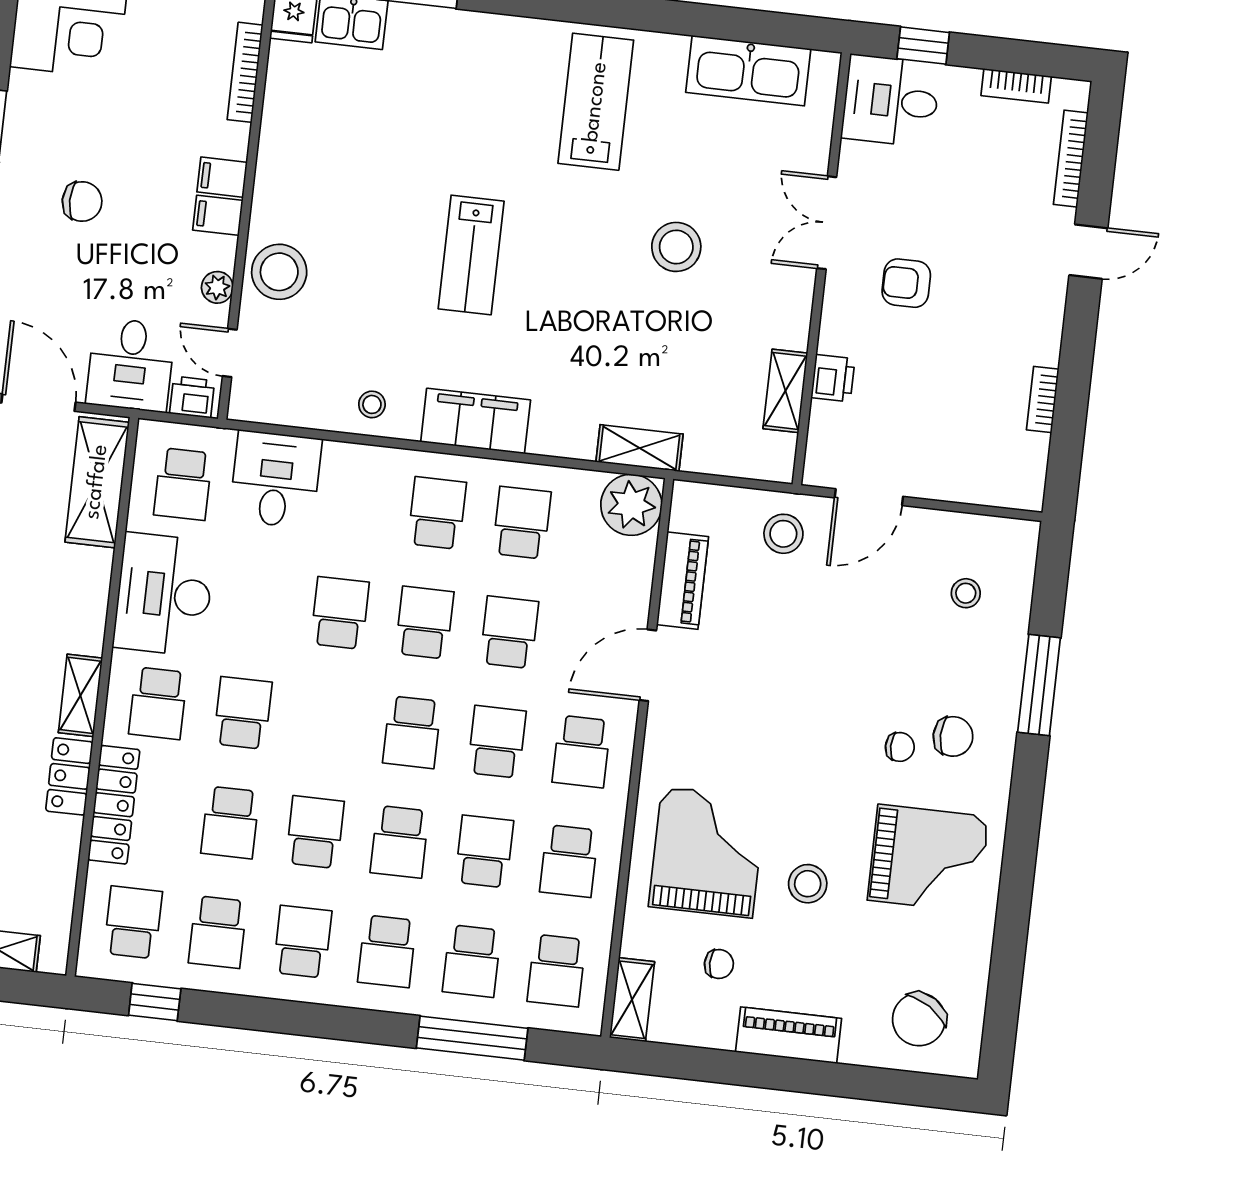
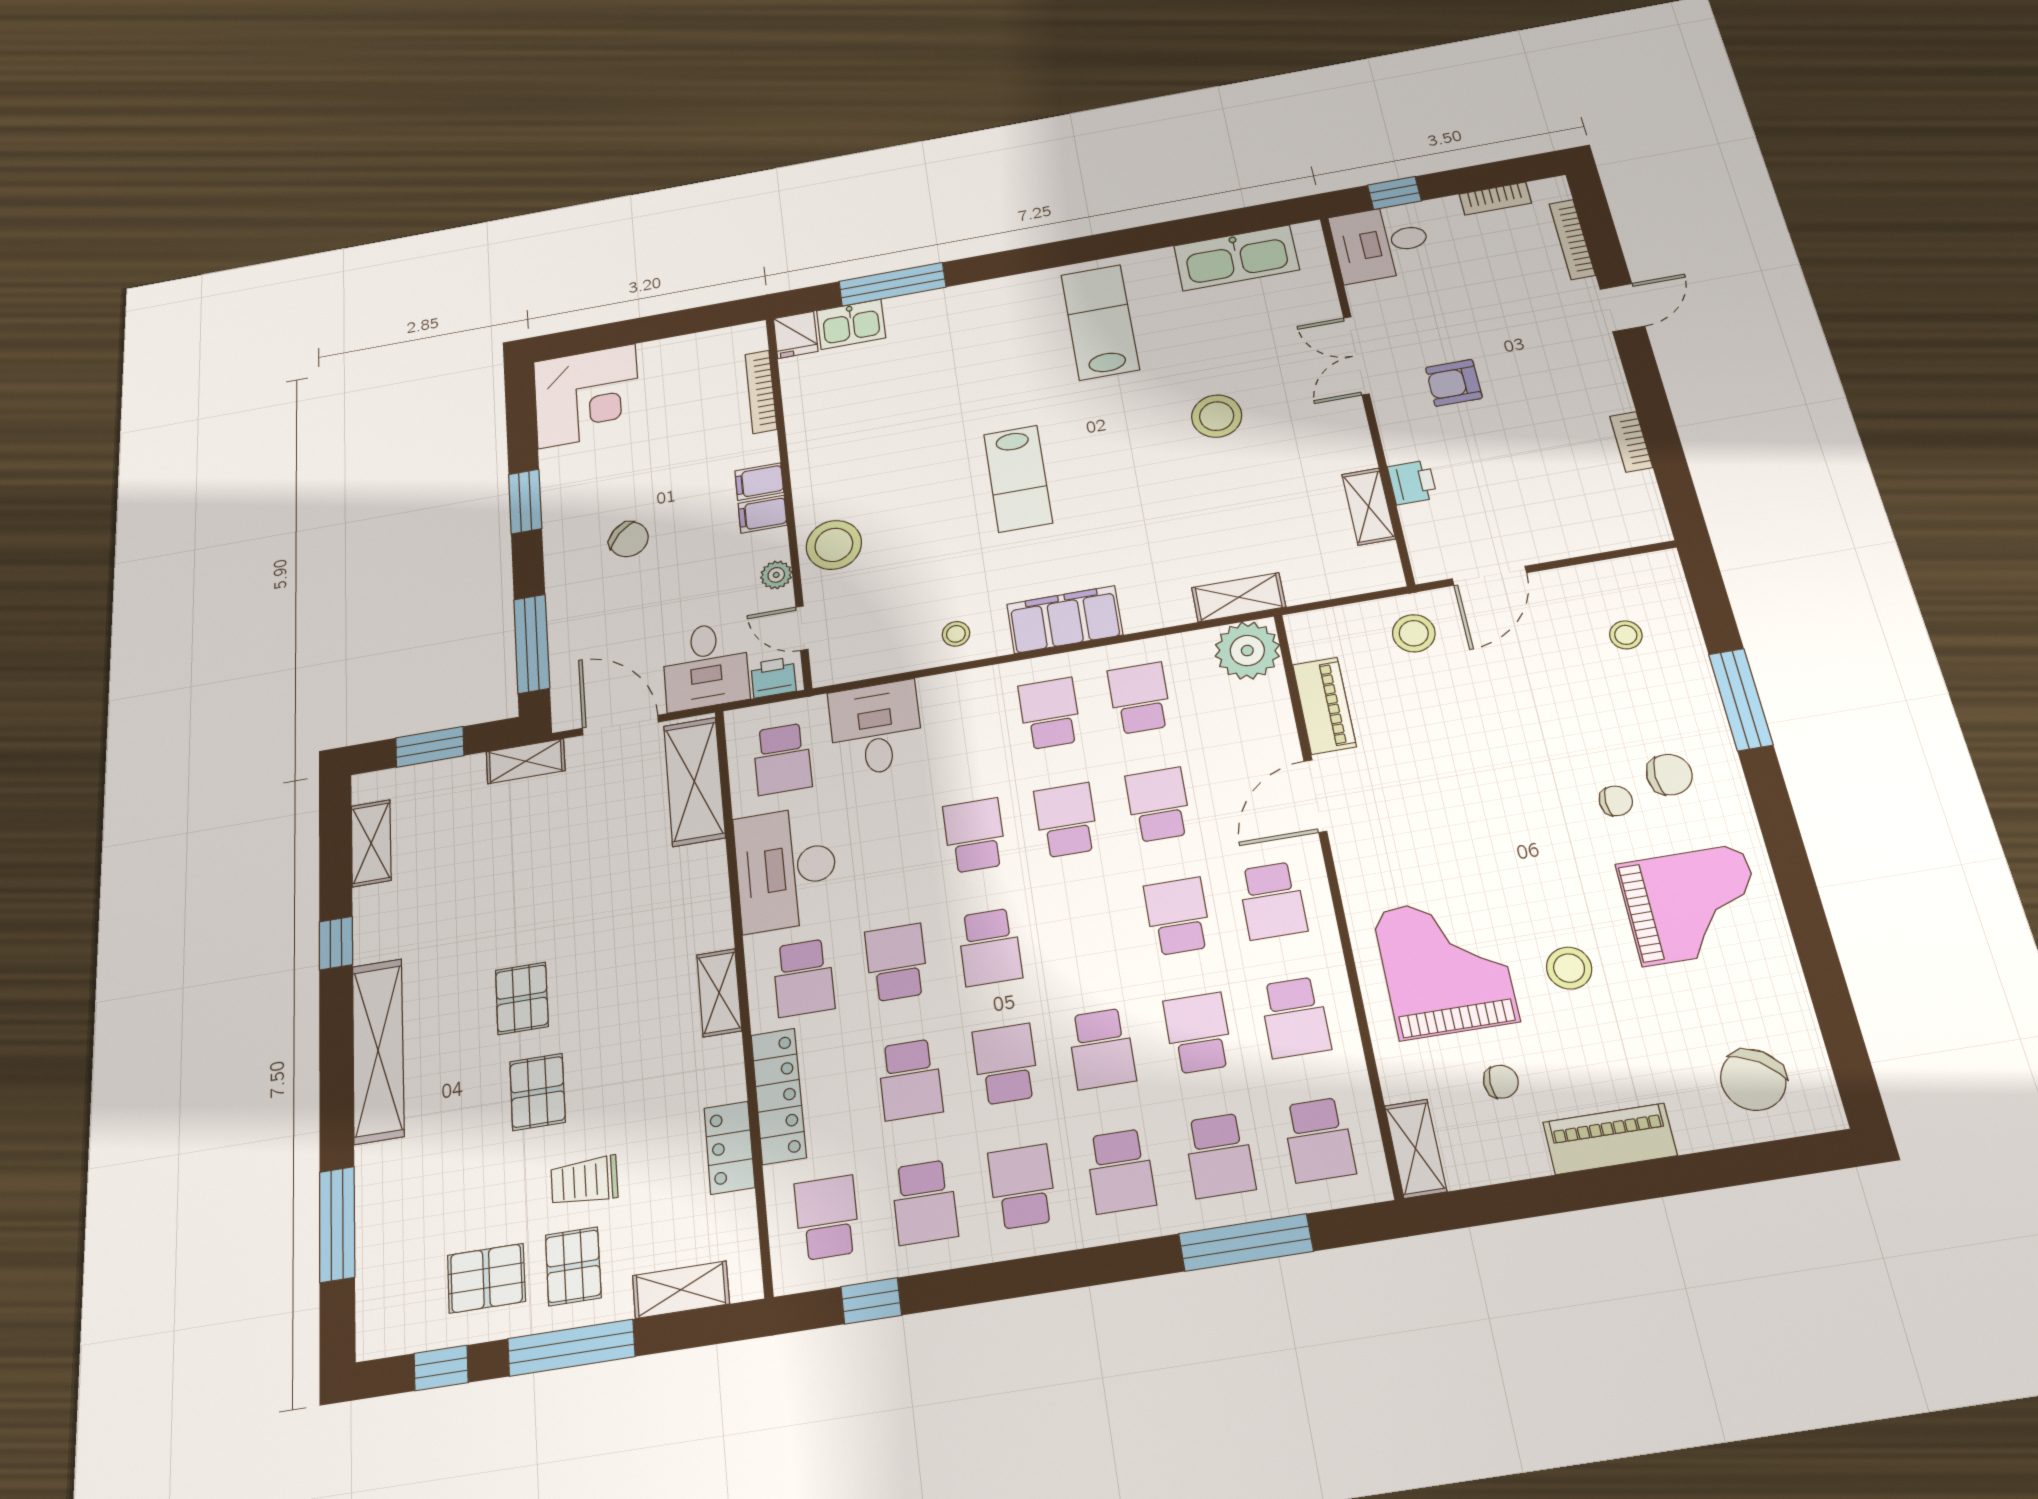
chair: (82, 201) -> (629, 539), turned 43
school desk: (412, 732) -> (990, 947), moved
locker: (69, 776) -> (729, 1148), moved

